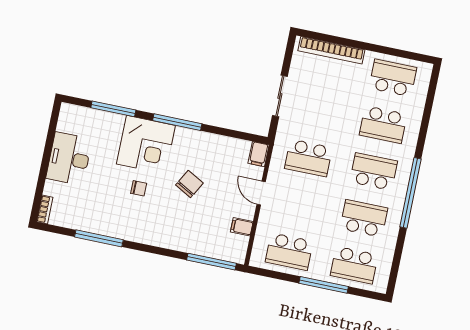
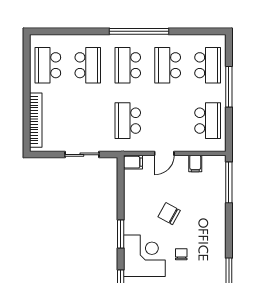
window: (177, 122) -> (121, 234), width x0.69
school desk: (308, 158) -> (128, 121), turned 180

